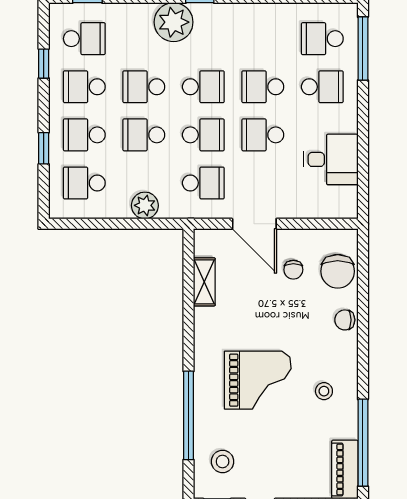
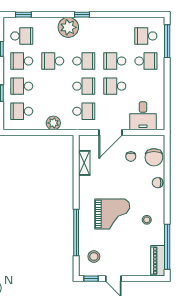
school desk: (144, 135) -> (53, 86), removed
desk: (331, 159) -> (143, 116), moved, turned 90
door: (254, 224) -> (110, 133), hinge flipped

